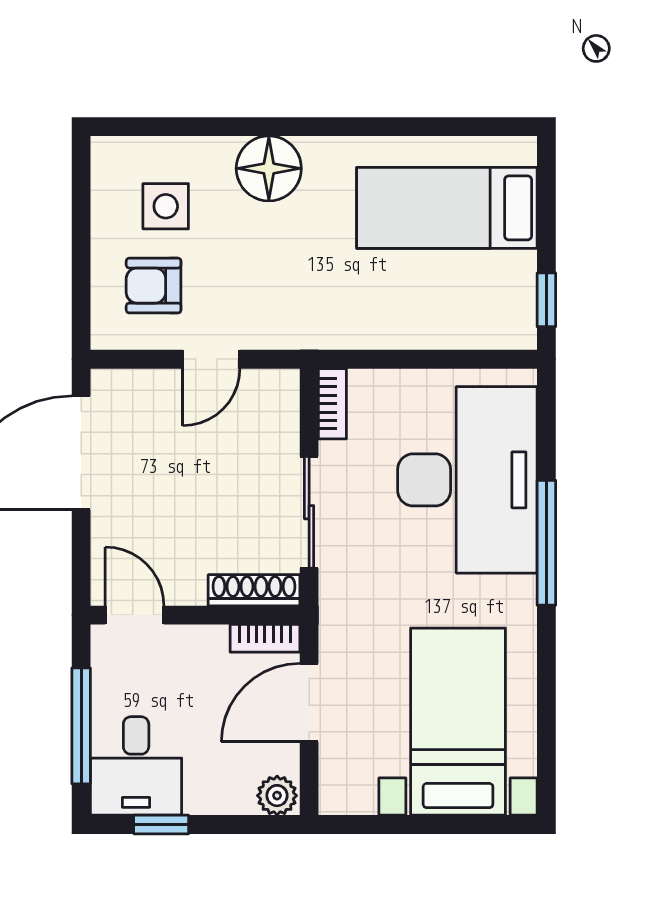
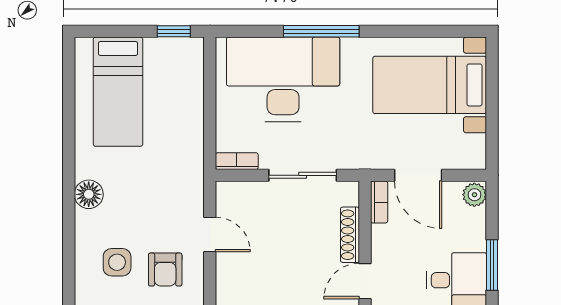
floor lamp: (269, 168) -> (89, 194), width x0.73, depth x0.73
shoe rack: (254, 590) -> (350, 235), moved
window: (161, 824) -> (492, 265), width x1.50

